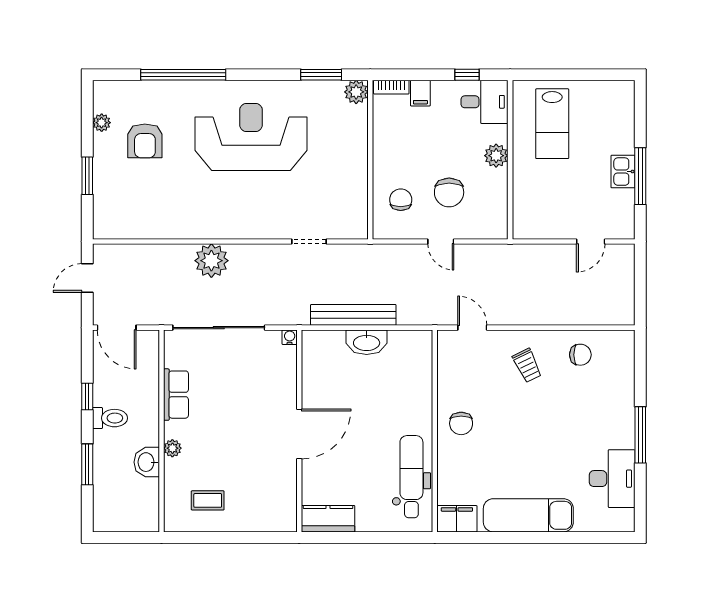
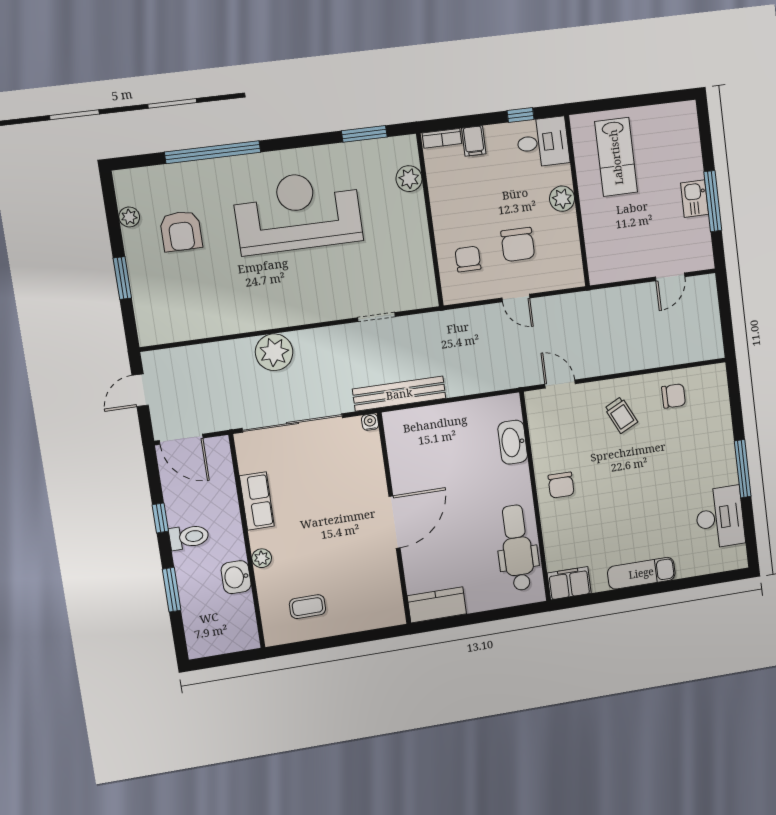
plant: (356, 92) -> (409, 179), moved
bench: (353, 315) -> (399, 394), moved
washbasin: (367, 342) -> (513, 442), moved, turned 90
exam couch: (528, 515) -> (641, 573), width x0.73, depth x0.69

